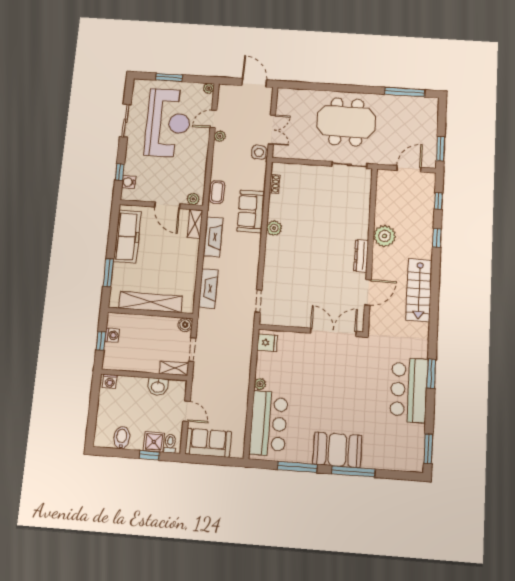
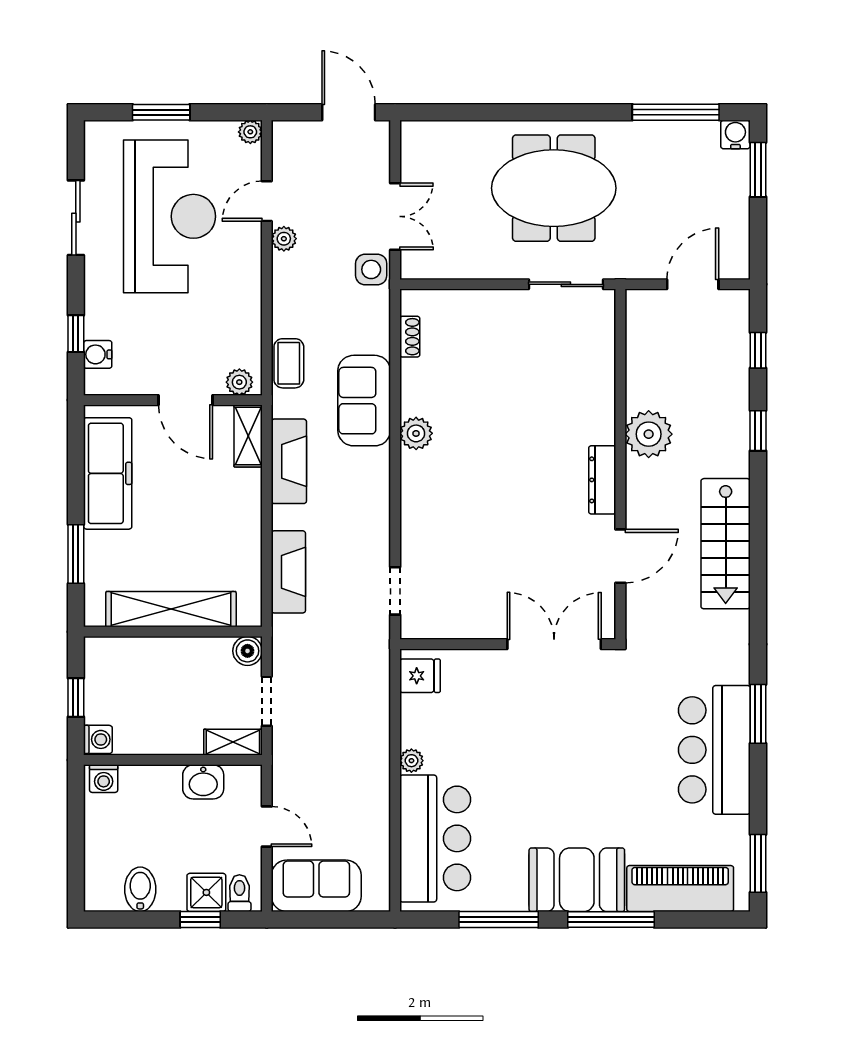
water cooler: (432, 104) -> (735, 134), added
window: (441, 149) -> (758, 170), moved
washing machine: (112, 335) -> (98, 739), moved
piano: (389, 458) -> (680, 889), added

